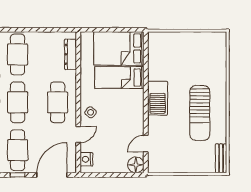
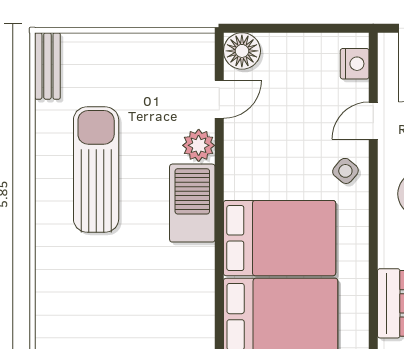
bed: (119, 77) -> (280, 238), width x1.50
plant: (155, 124) -> (199, 145), added

